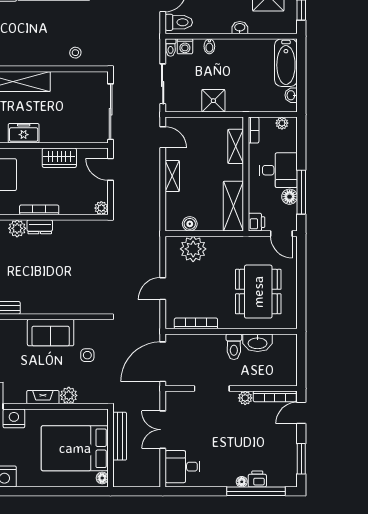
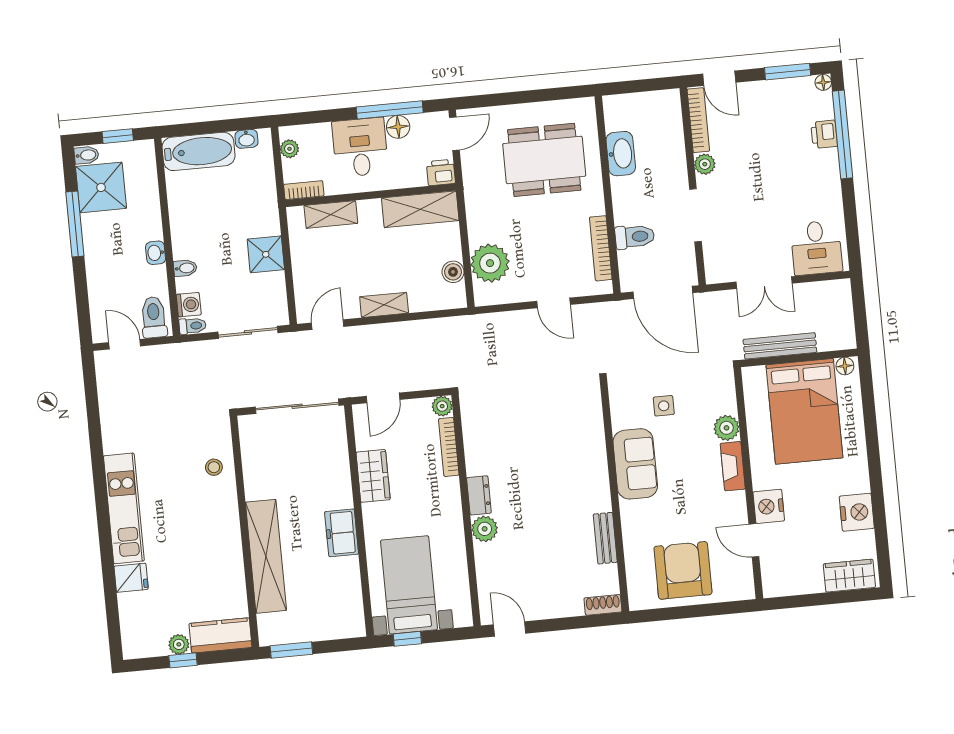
washbasin: (240, 28) -> (156, 253), moved
bookcase: (39, 210) -> (449, 447), moved
toilet: (234, 347) -> (635, 237), moved
floor lamp: (242, 482) -> (823, 82), moved

